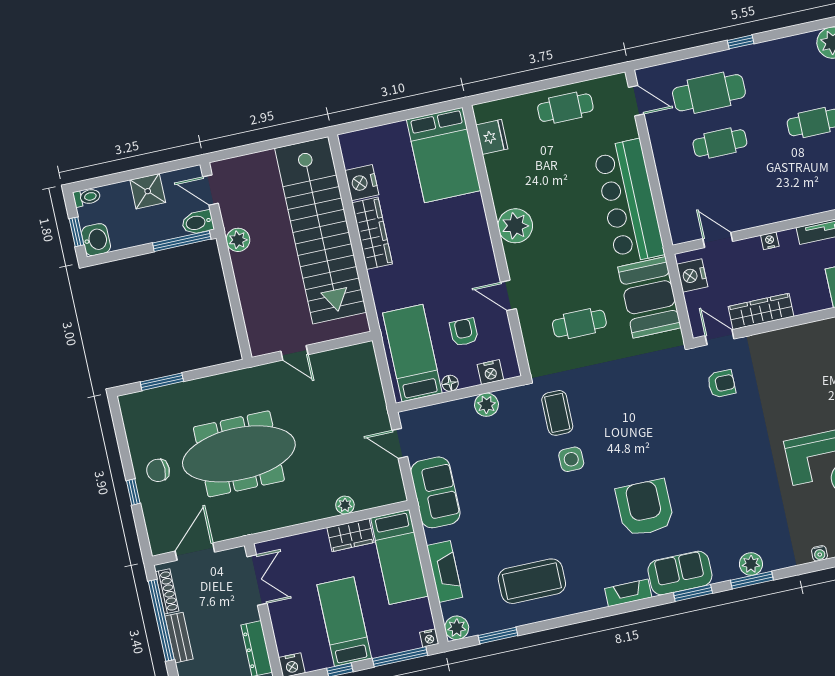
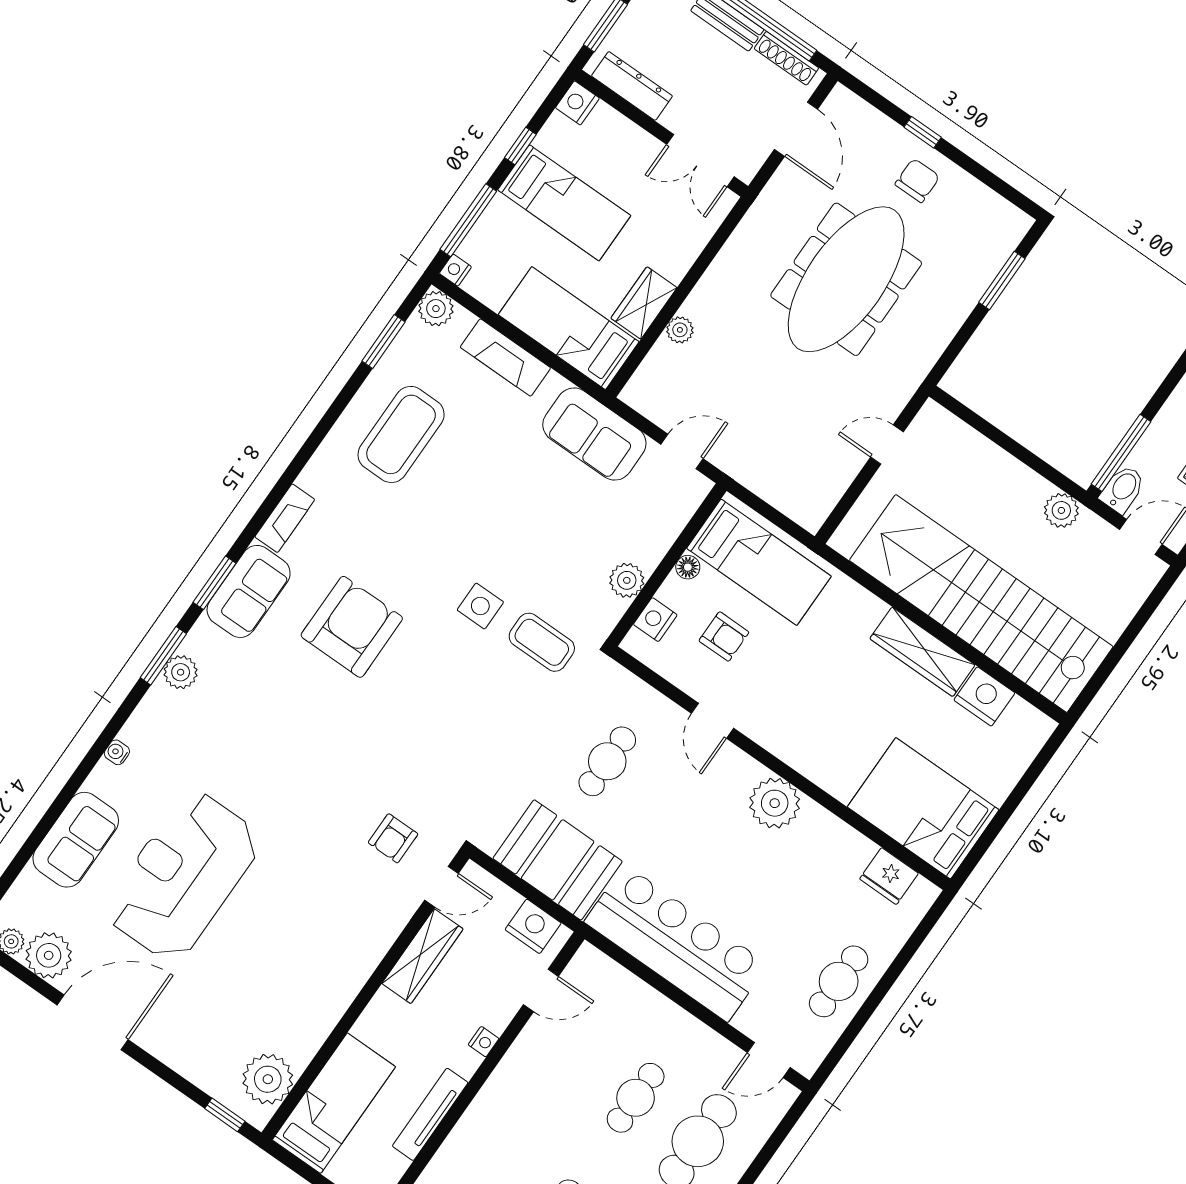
door: (508, 295) -> (712, 721), swing flipped
armchair: (645, 508) -> (352, 627), turned -90

